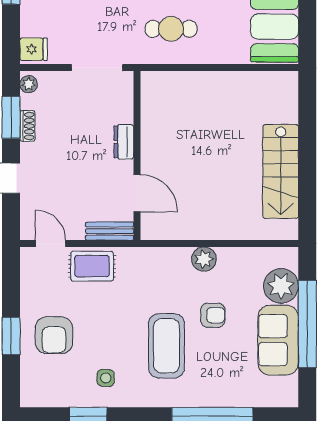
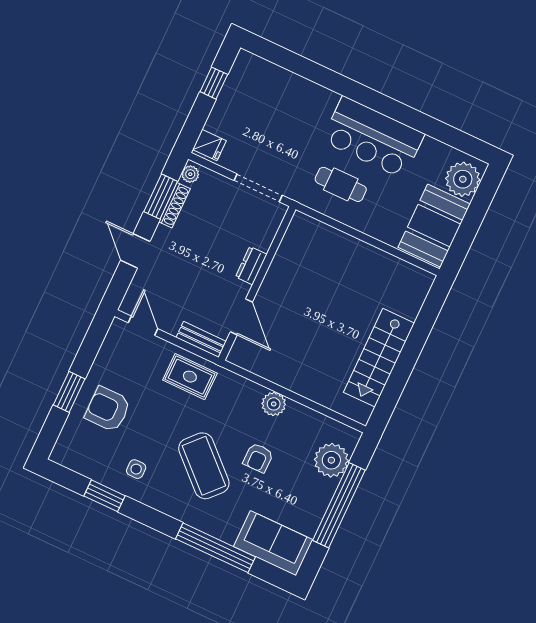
shoe rack: (27, 126) -> (174, 205), width x1.43
rug: (92, 266) -> (190, 377), moved
armchair: (213, 315) -> (258, 458), turned 90
armchair: (54, 335) -> (108, 409), turned 90
sofa: (278, 340) -> (273, 543), moved, turned 90
coffee table: (166, 346) -> (204, 466), turned -47

